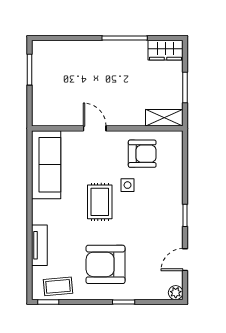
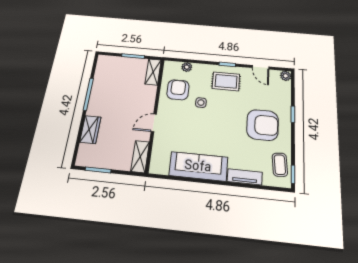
wardrobe: (166, 50) -> (90, 130), moved
shelving: (51, 118) -> (140, 157), added
plant: (176, 162) -> (187, 67), added
sofa: (46, 165) -> (198, 166), moved
rug: (100, 202) -> (226, 81), moved
armchair: (105, 264) -> (263, 125), turned -90

